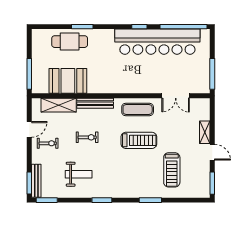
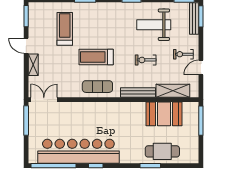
double door: (176, 96) -> (44, 100), moved
weight bench: (79, 174) -> (154, 25), width x1.36, depth x1.33

